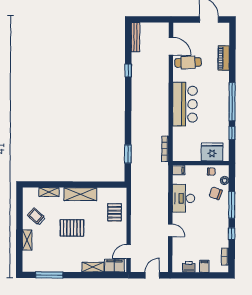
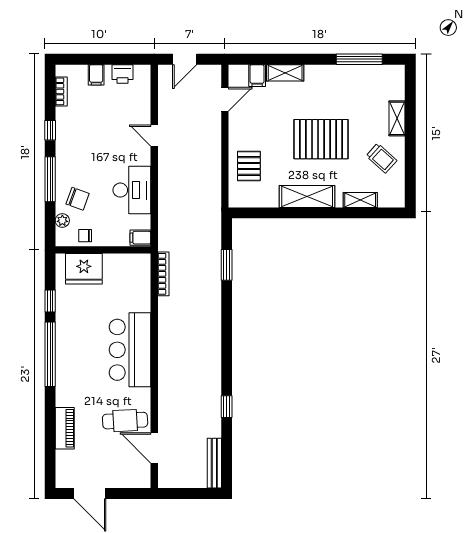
pallet: (72, 228) -> (321, 139), width x1.37, depth x1.41
filing cabinet: (114, 266) -> (257, 76), width x0.50

